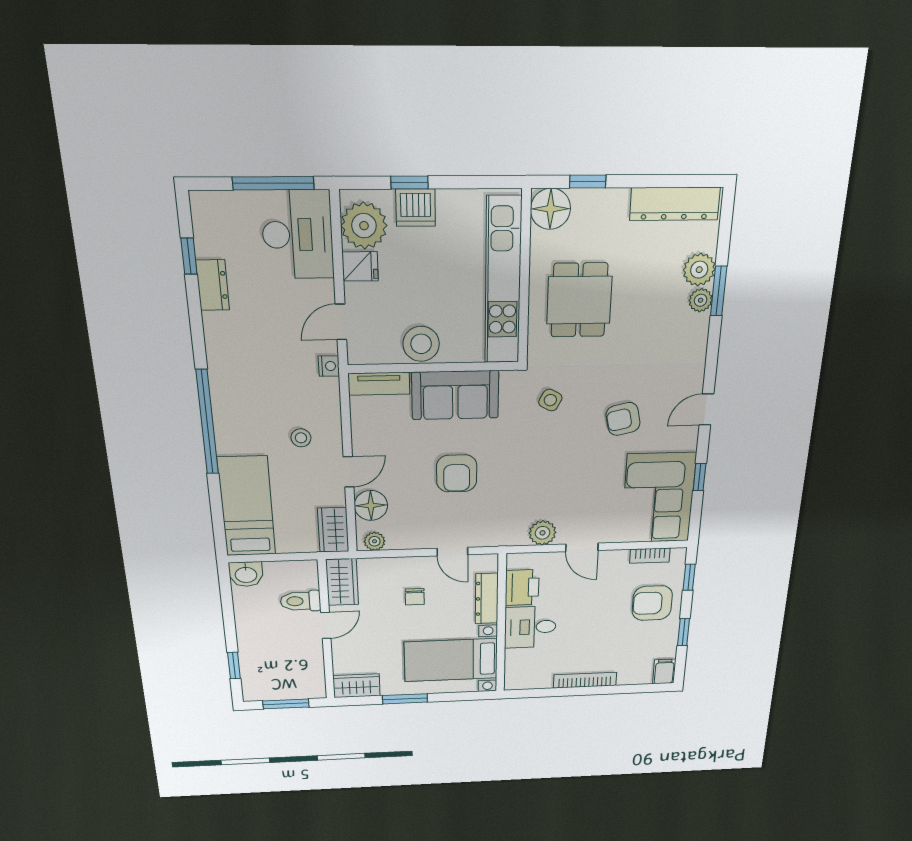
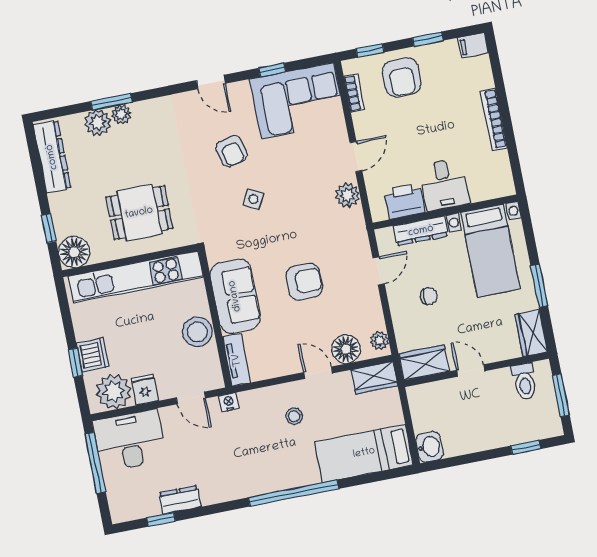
side table: (550, 400) -> (253, 199), moved
toilet: (301, 601) -> (524, 381), moved

